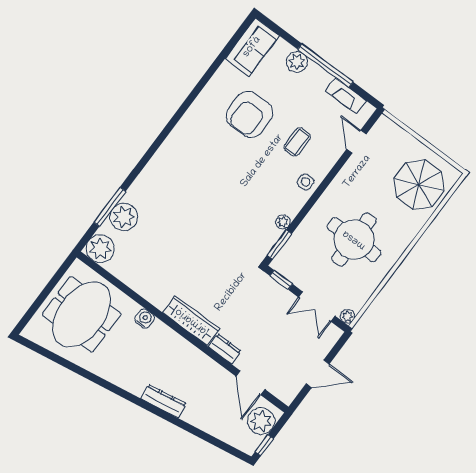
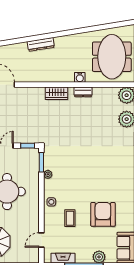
door: (356, 142) -> (41, 240), swing flipped
wardrobe: (191, 321) -> (57, 93), width x0.67
dresser: (225, 349) -> (83, 92), moved

